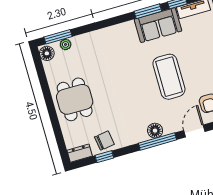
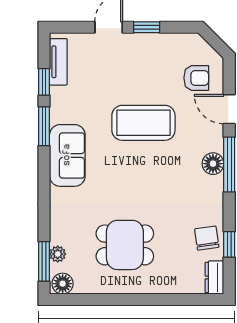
sofa: (158, 25) -> (67, 155), moved
dining table: (75, 99) -> (125, 245), moved

